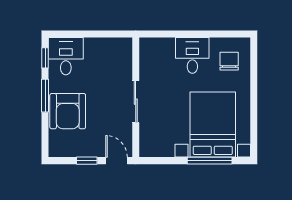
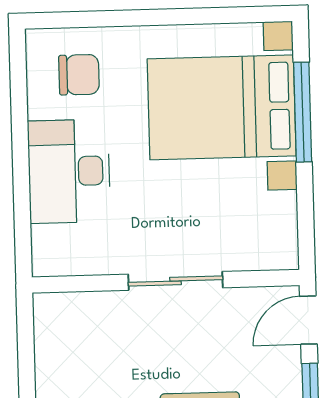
desk: (192, 55) -> (69, 171), width x1.37
chair: (229, 61) -> (79, 75), turned 180

